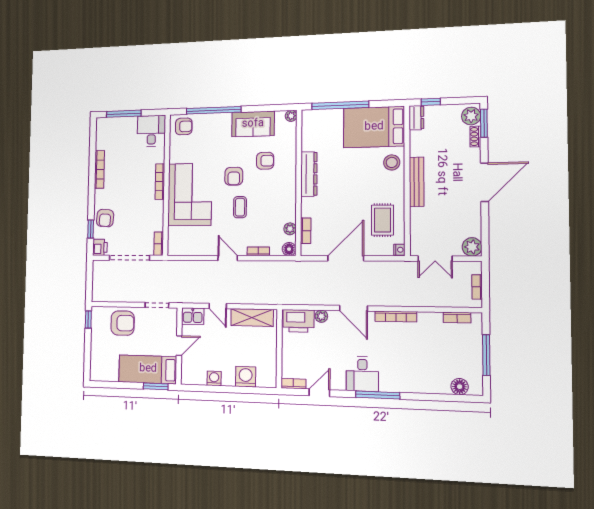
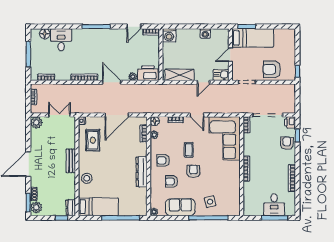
armchair: (184, 126) -> (163, 160), moved
bed: (374, 127) -> (98, 207), width x0.67
desk: (151, 131) -> (274, 205), moved
side table: (211, 133) -> (210, 202), added
bench: (417, 182) -> (71, 161), width x0.73
corner sofa: (190, 195) -> (225, 138), moved
door: (218, 306) -> (203, 82), swing flipped
desk: (362, 374) -> (61, 40), moved
washing machine: (246, 377) -> (169, 35), moved

